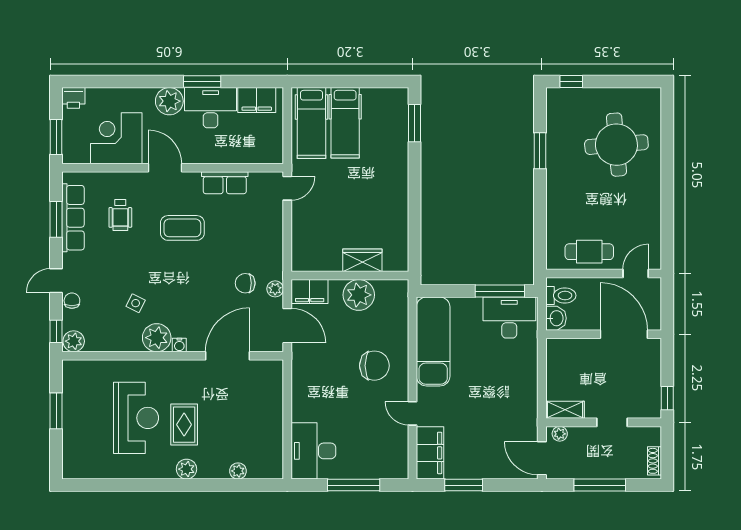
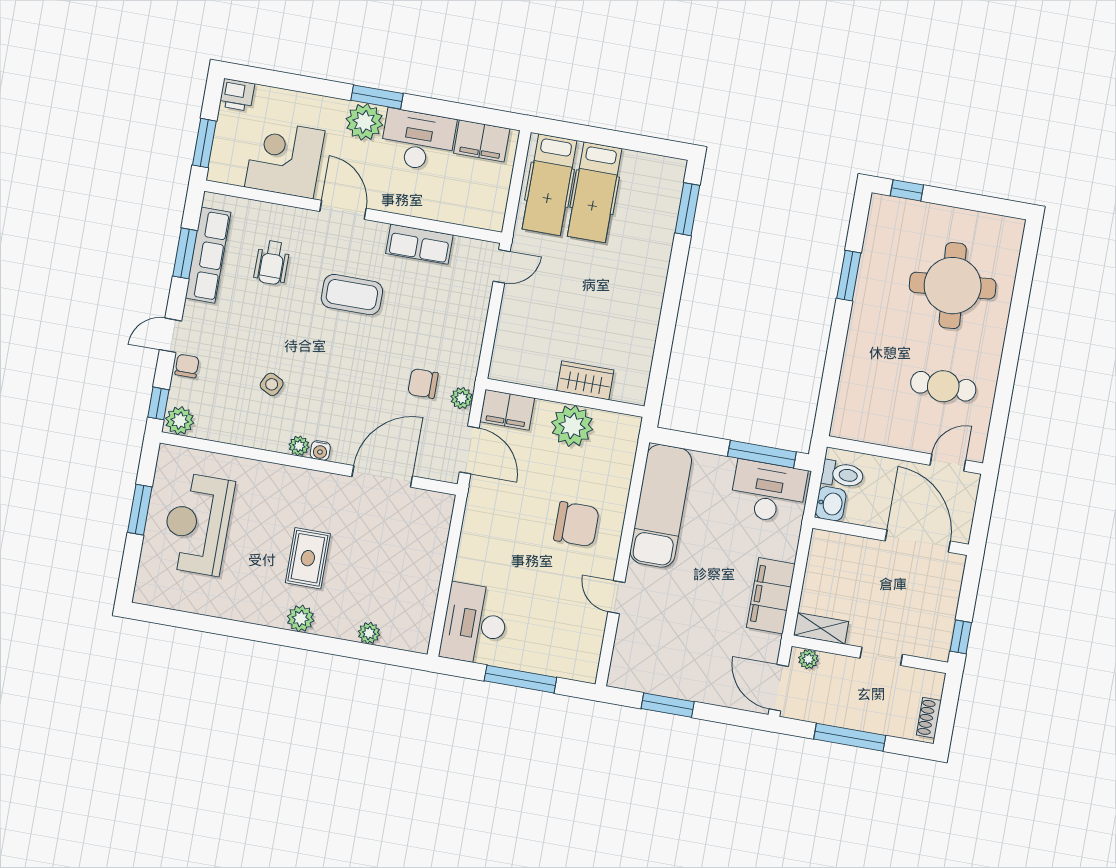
window: (202, 82) -> (377, 97), moved
cafe table: (589, 252) -> (943, 386), moved
plant: (157, 338) -> (299, 446), width x0.53, depth x0.53
reception desk: (136, 418) -> (197, 524), moved, turned 180
filing cabinet: (430, 453) -> (771, 596), moved, turned 180

